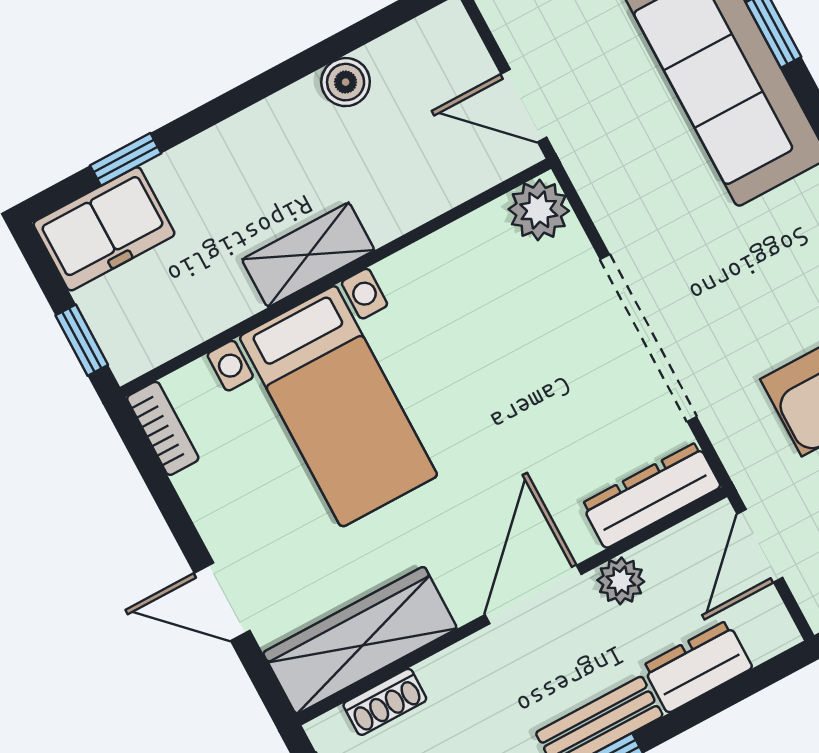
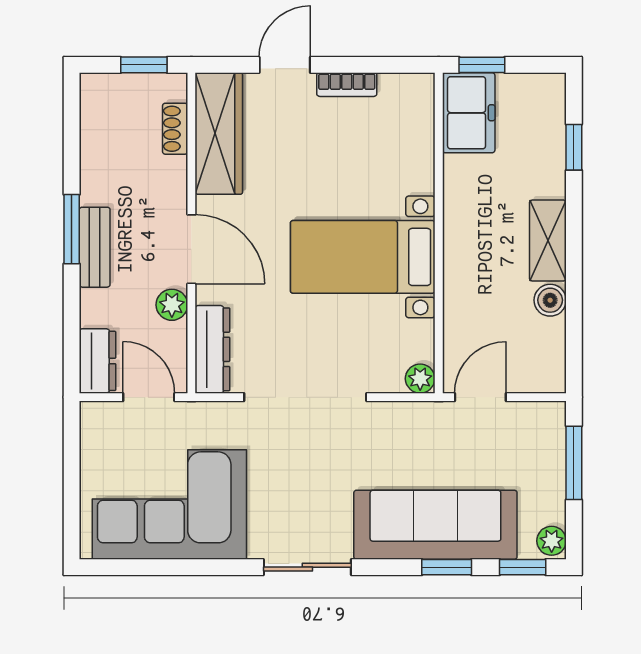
plant: (539, 210) -> (420, 379), width x0.73, depth x0.73
freezer: (104, 229) -> (469, 113), moved, turned 180
shelving: (308, 255) -> (548, 241), moved
bed with nightstands: (338, 406) -> (363, 257), moved
bookcase: (163, 428) -> (347, 85), moved
dresser: (697, 667) -> (98, 361), moved

